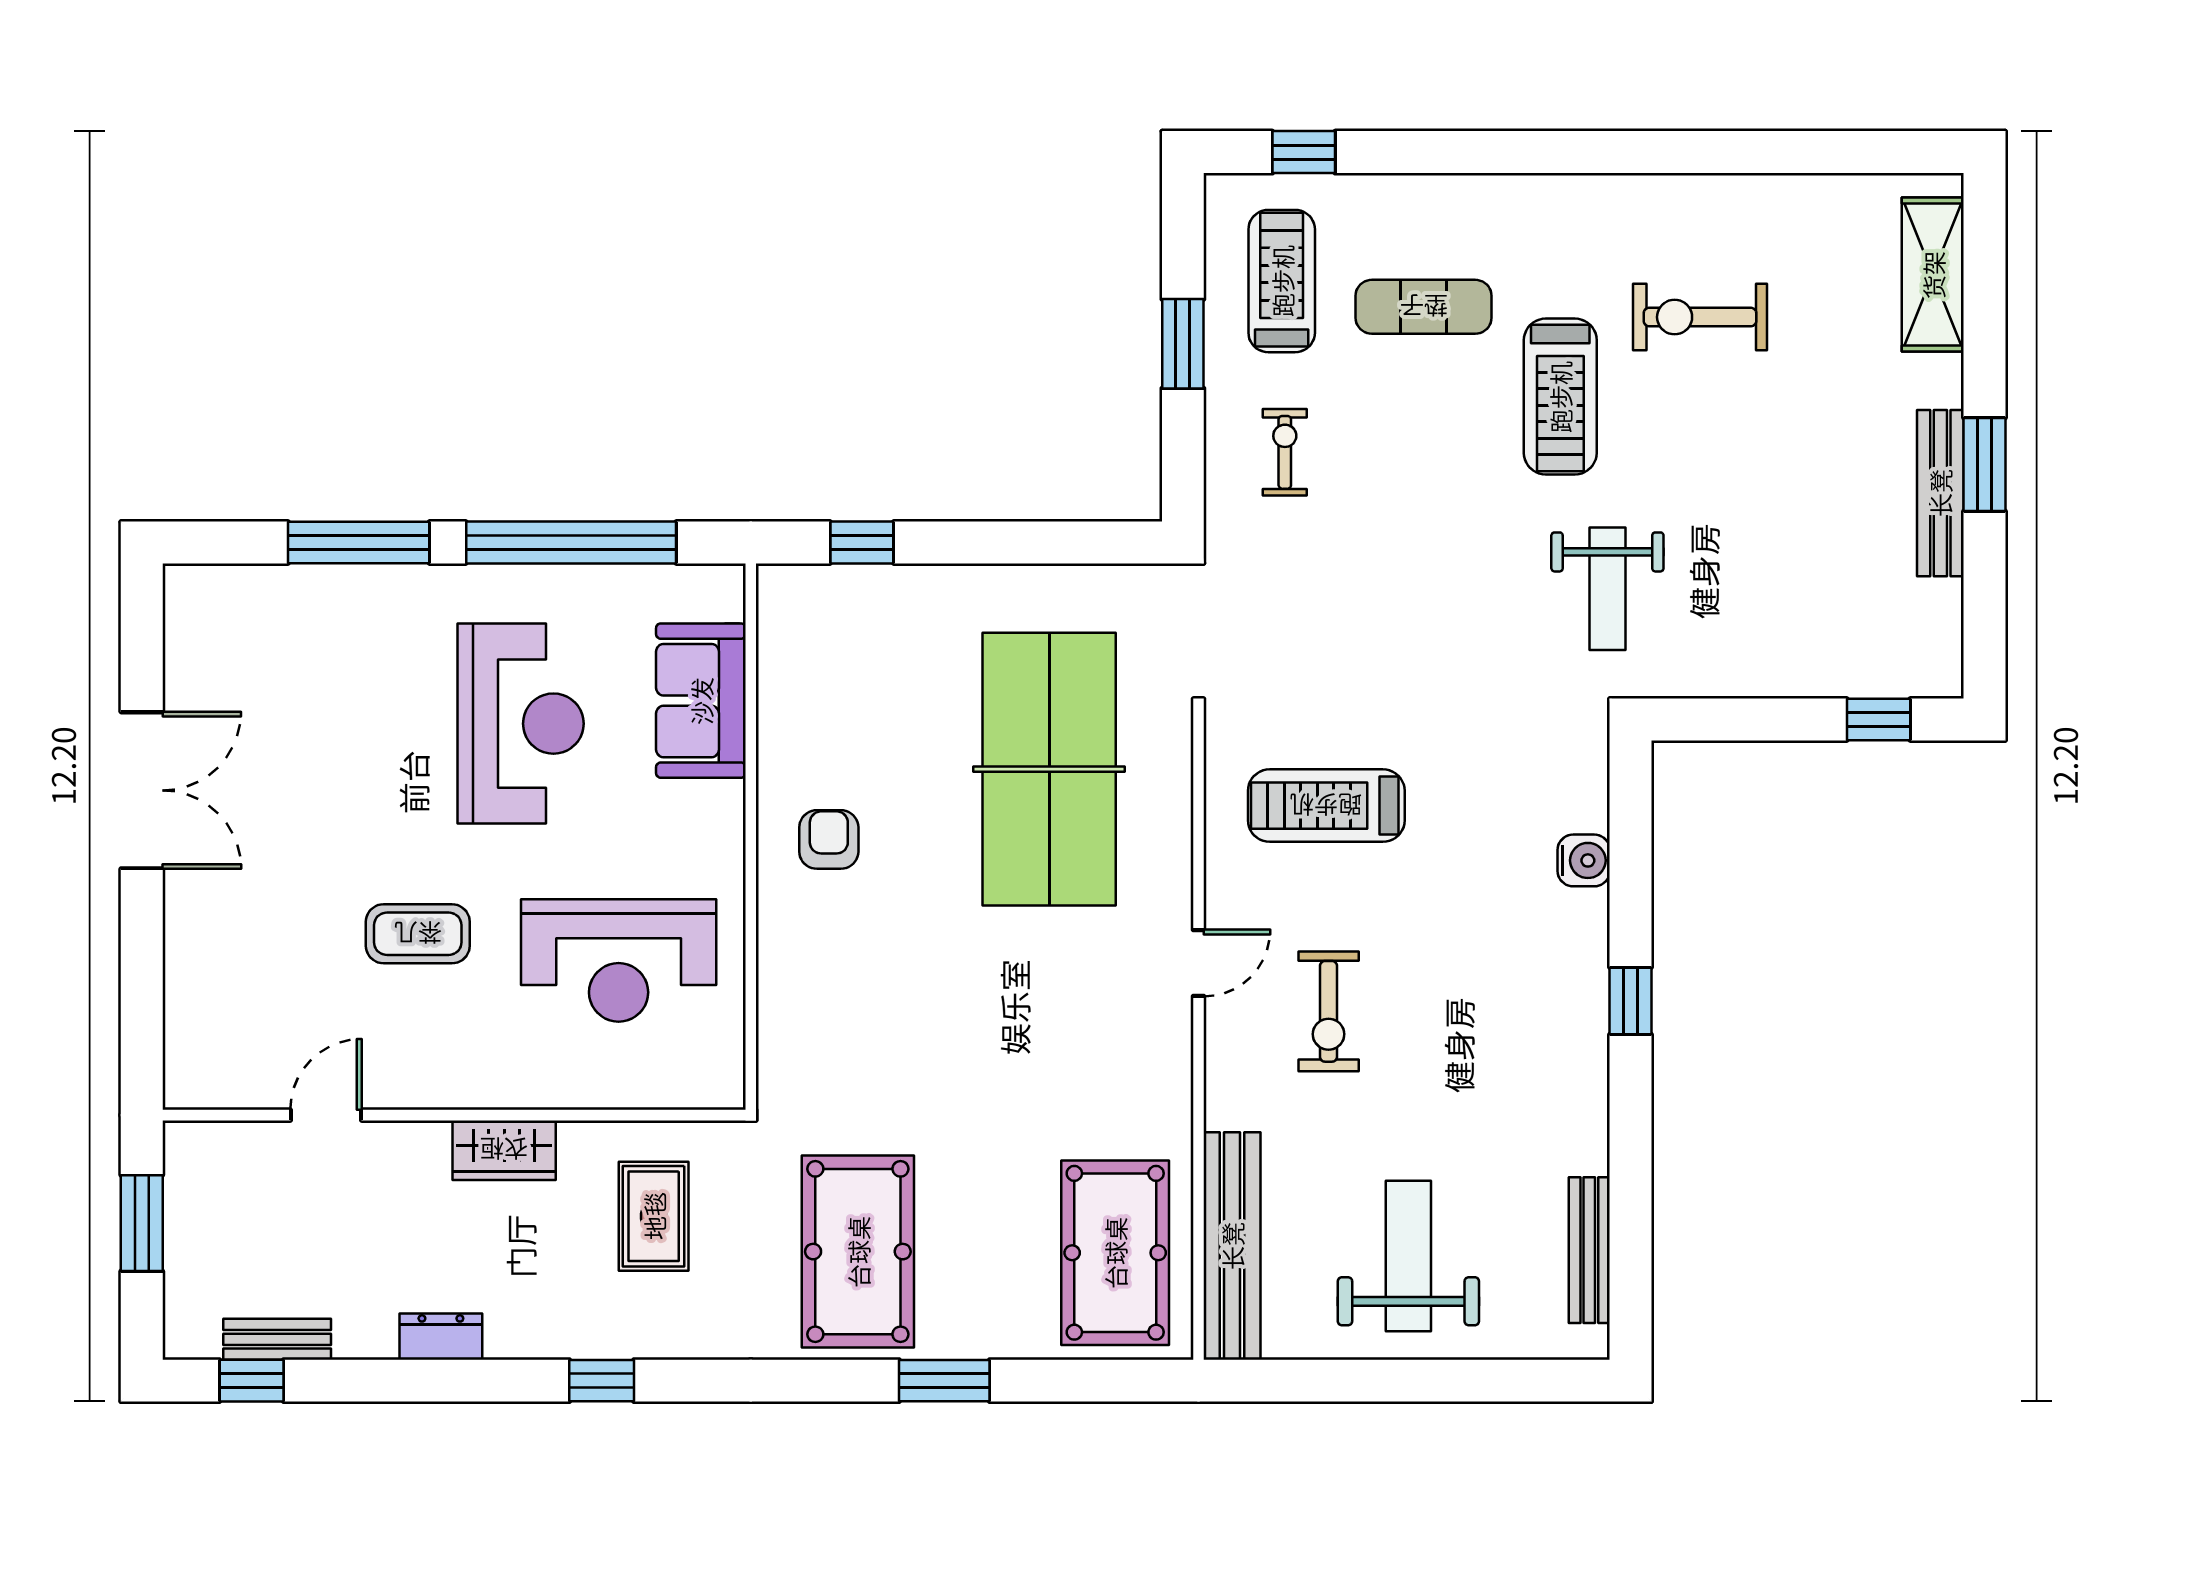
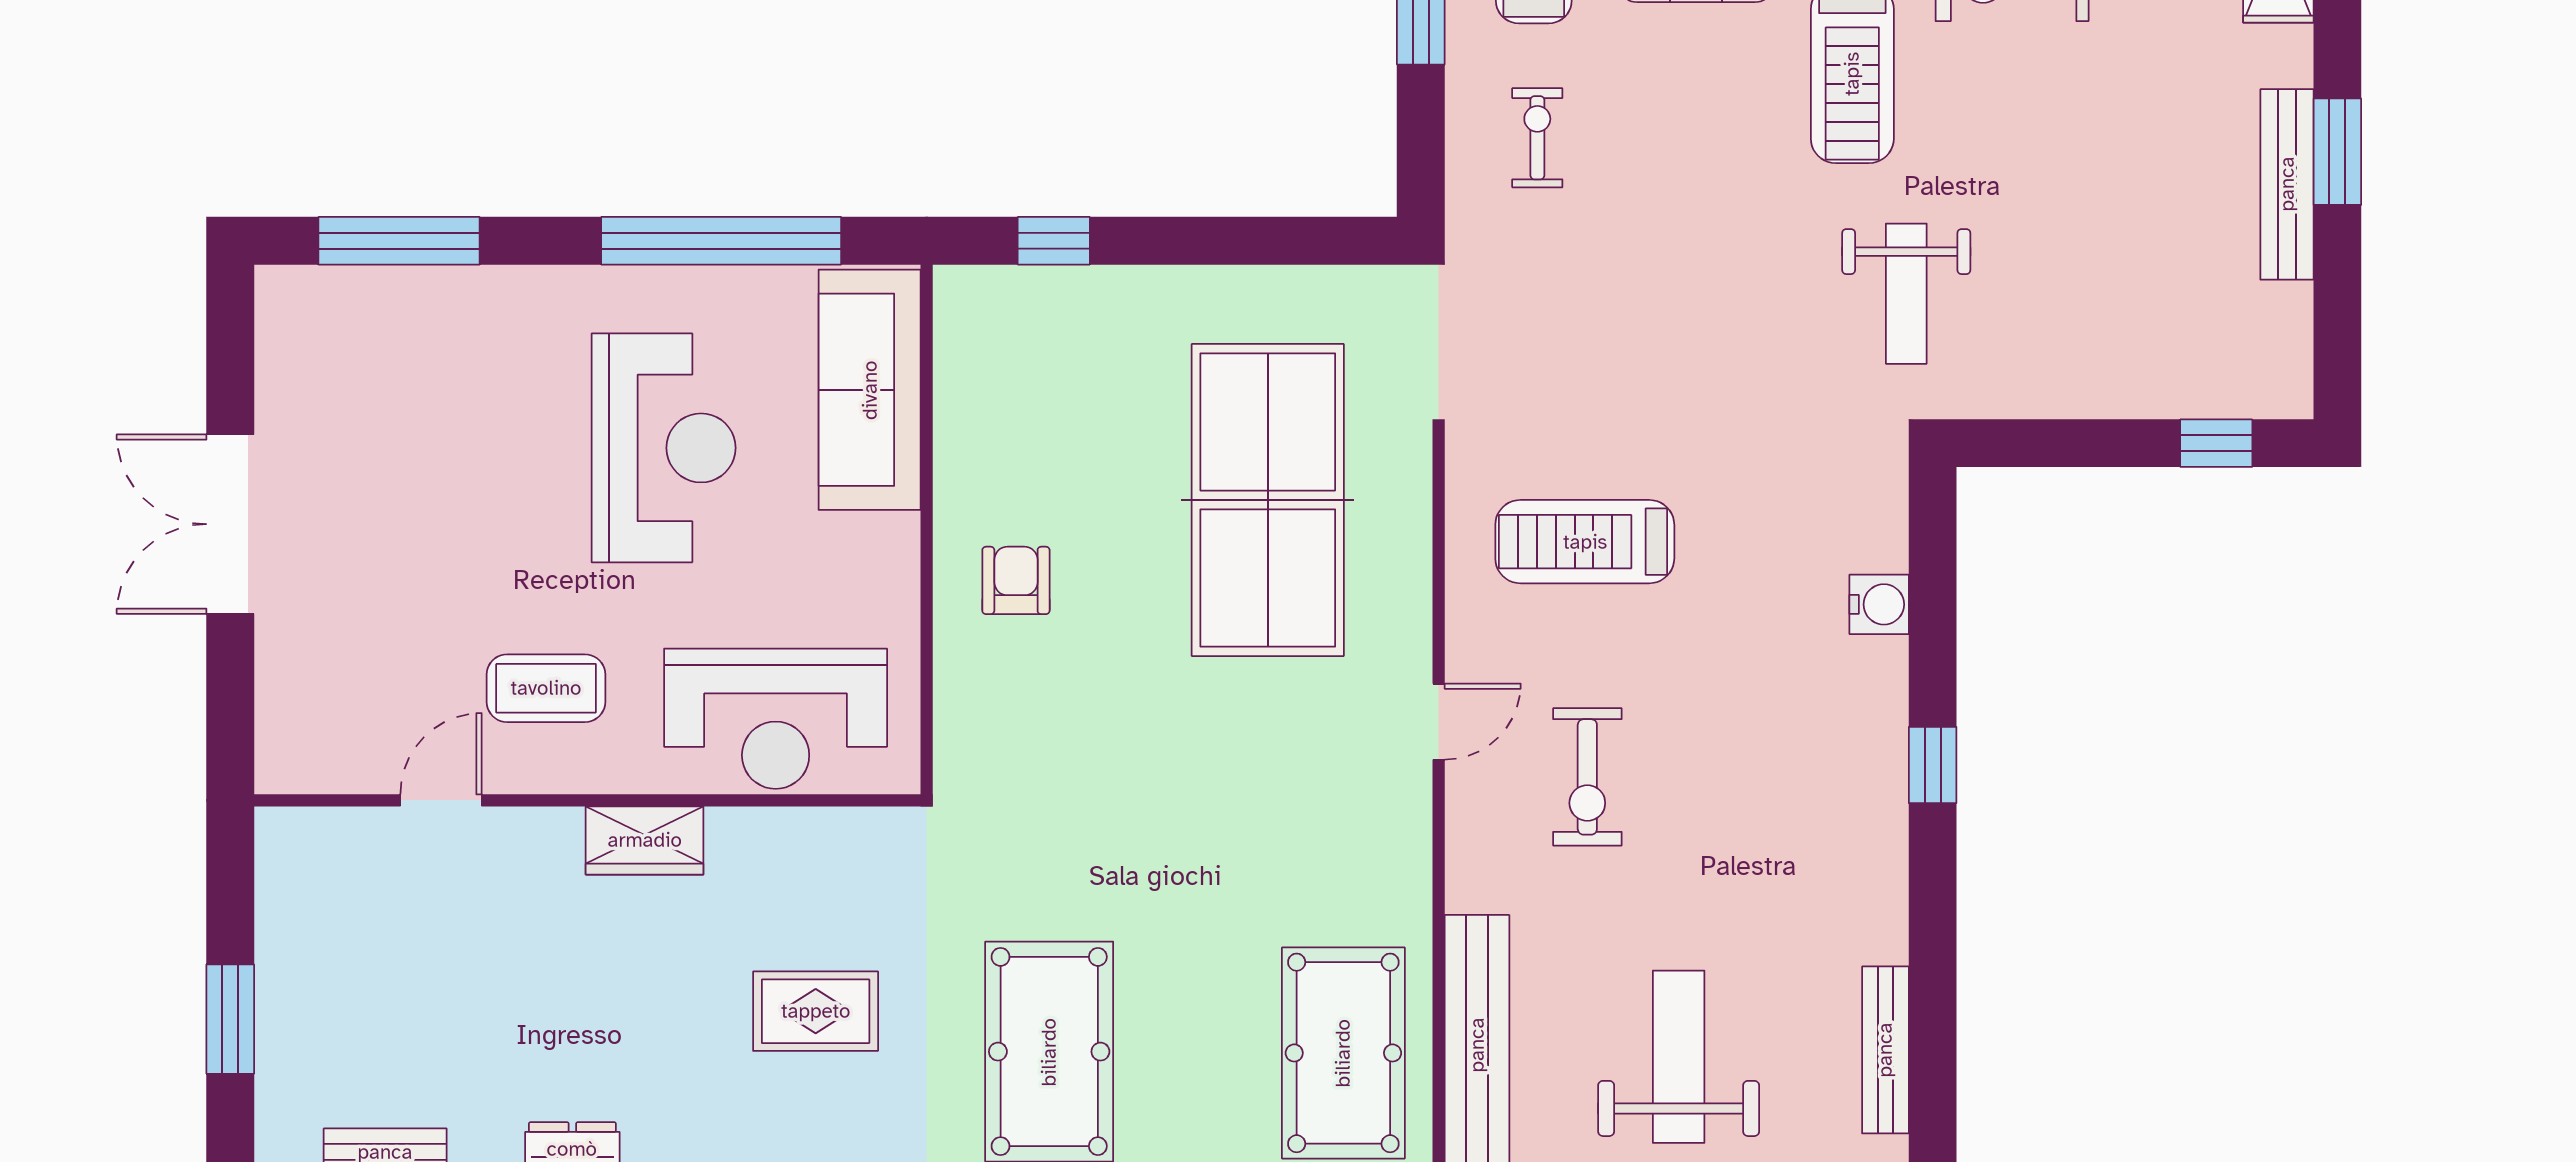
window: (359, 542) -> (399, 241), moved
sofa: (701, 701) -> (870, 390), width x1.36
double door: (142, 790) -> (230, 524), swing flipped
door: (326, 1115) -> (441, 800), moved
wall: (454, 1115) -> (587, 800), moved
wardrobe: (504, 1150) -> (645, 840), moved
rug: (654, 1216) -> (816, 1011), turned 90

